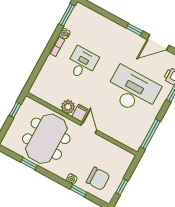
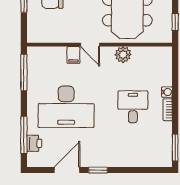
water cooler: (65, 33) -> (167, 92), moved
desk: (82, 63) -> (133, 107), turned 180
filing cabinet: (80, 113) -> (73, 55), moved

